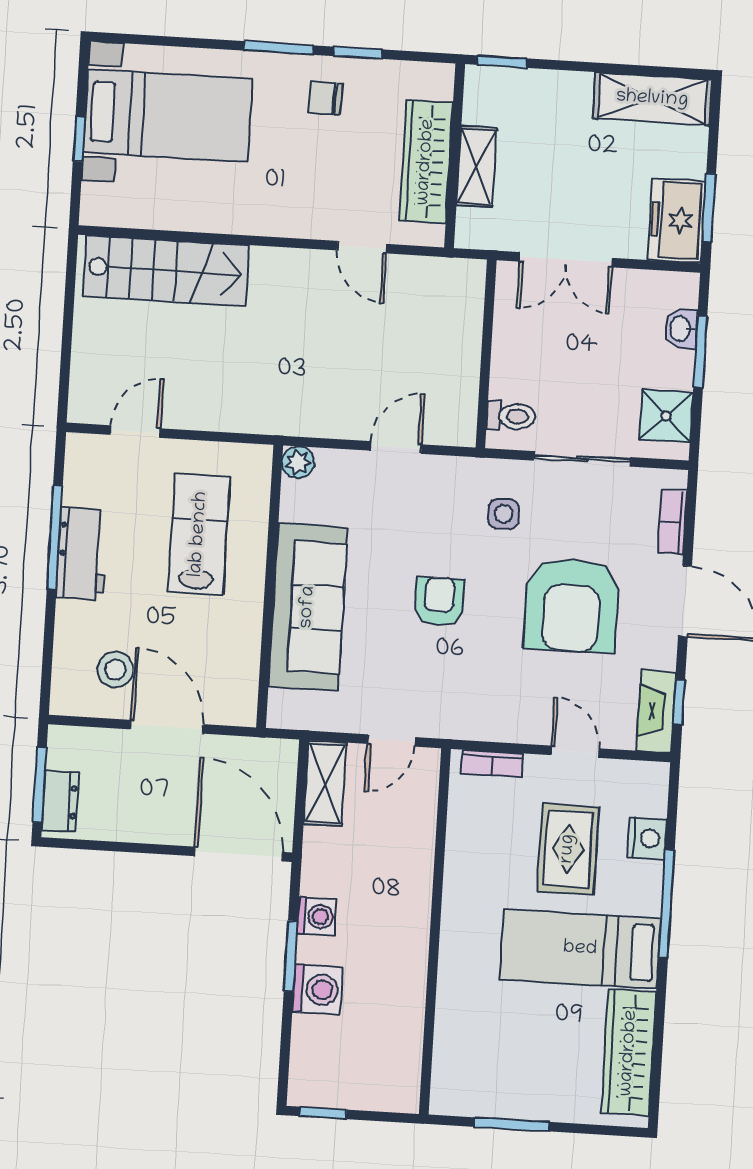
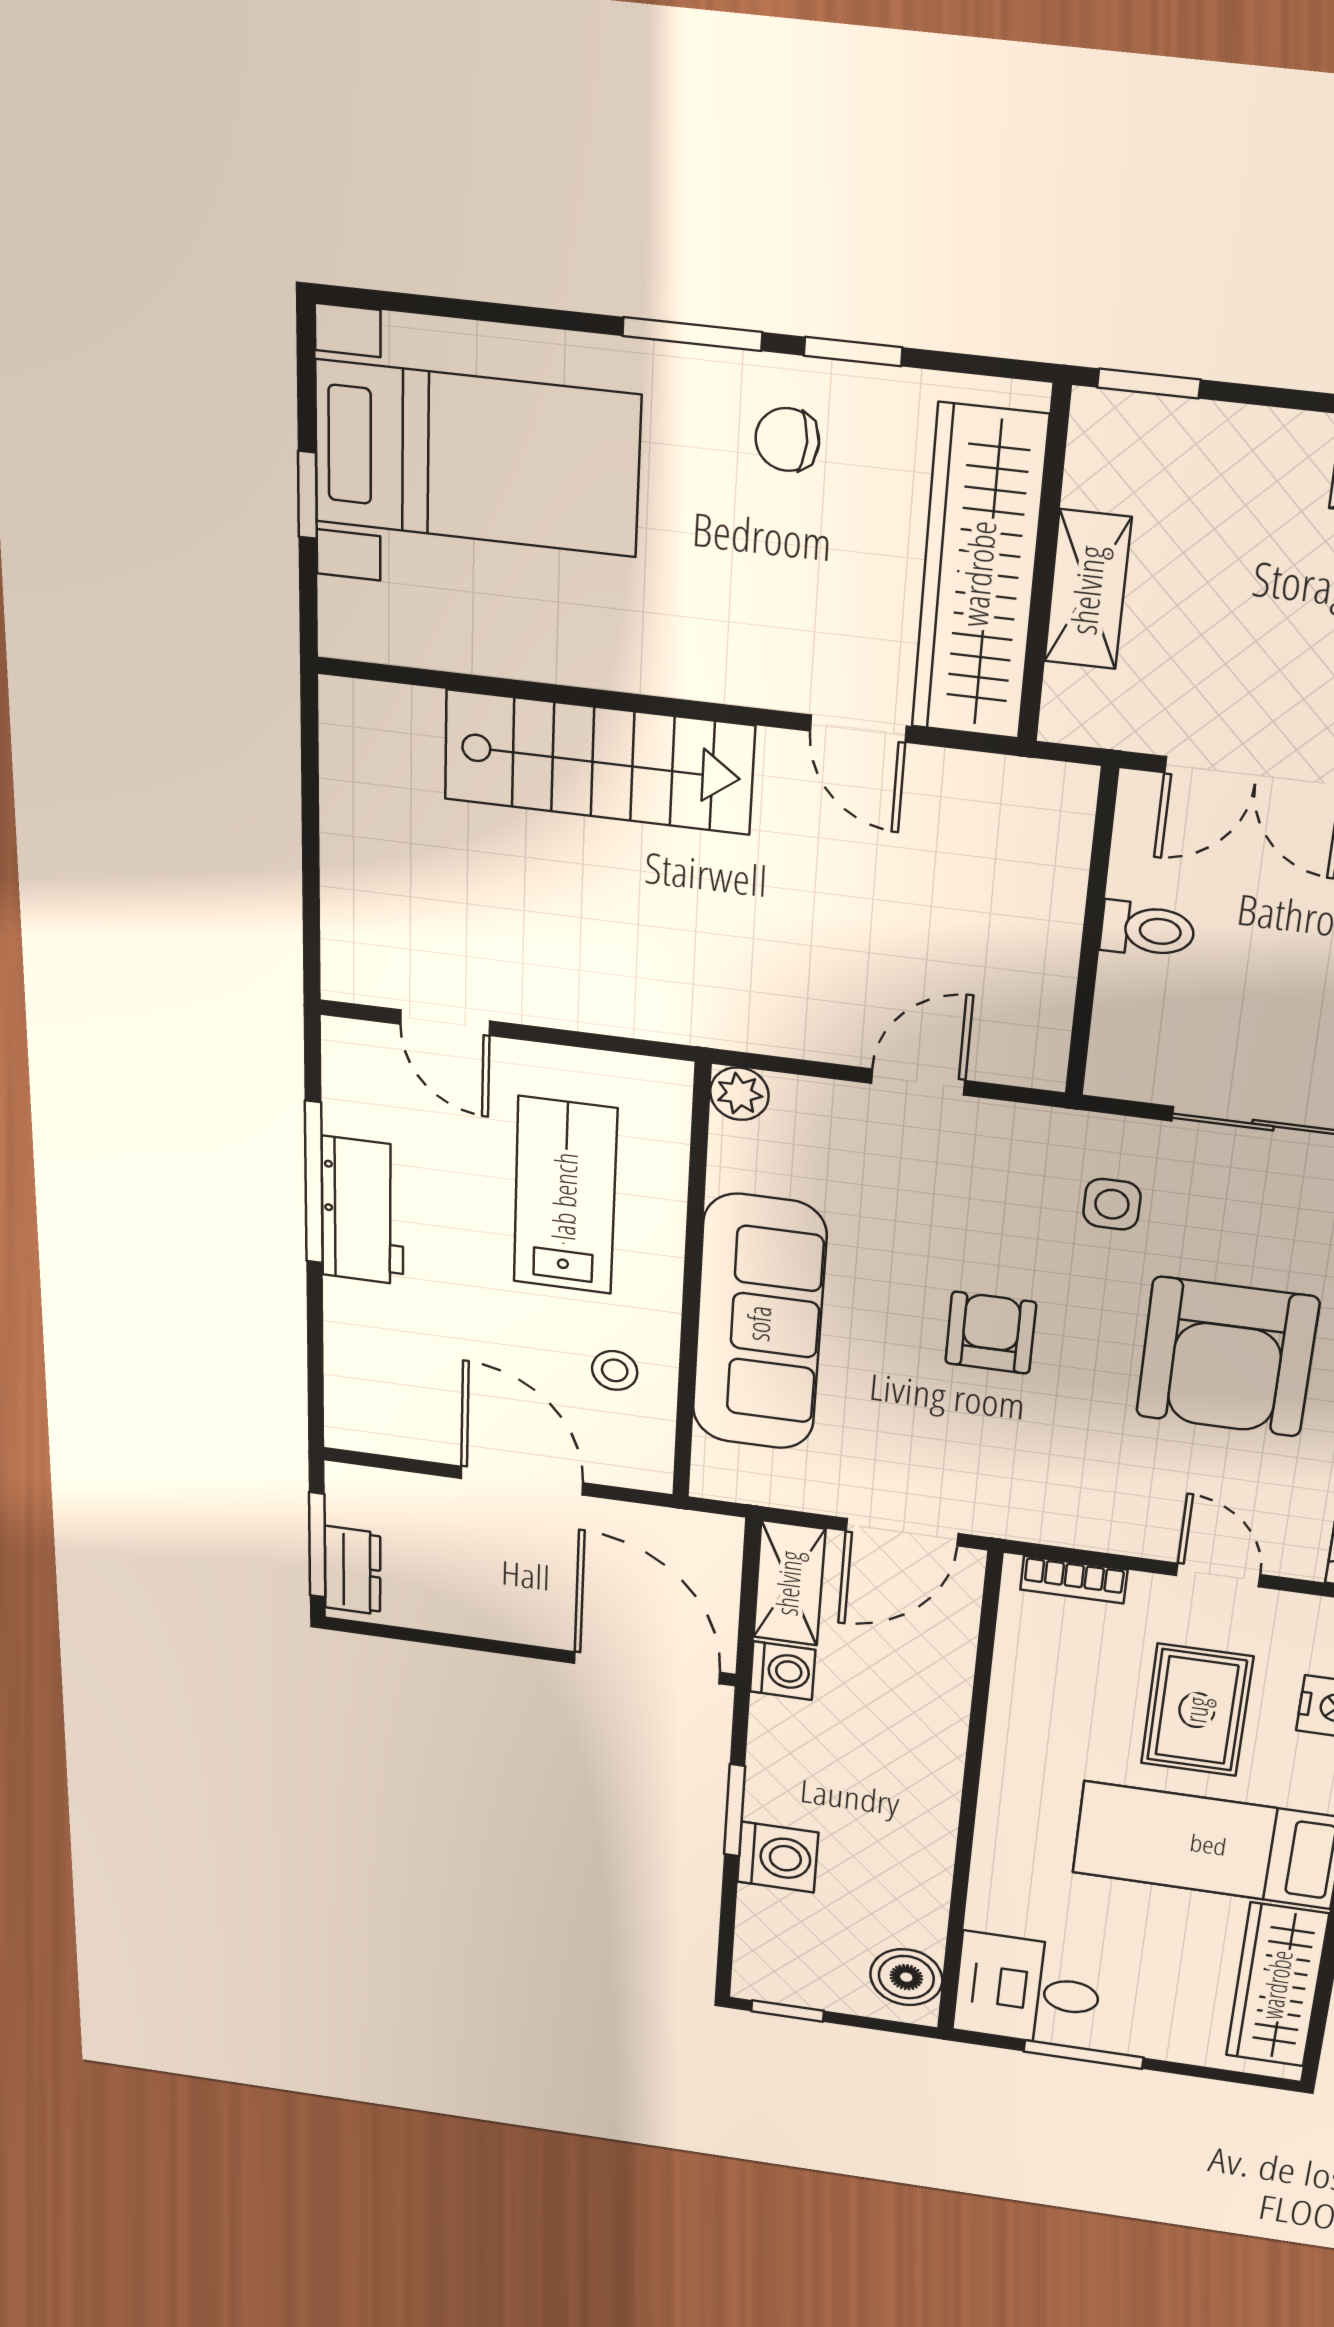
wardrobe: (426, 162) -> (979, 574), width x1.40, depth x1.17
stairs: (166, 271) -> (598, 762), moved
toilet: (511, 416) -> (1147, 930), moved
door: (136, 432) -> (445, 1023), swing flipped
stool: (115, 669) -> (615, 1370), moved, width x0.73, depth x0.73
door: (391, 741) -> (902, 1532), width x1.38
washing machine: (317, 916) -> (783, 1671), moved
boiler: (399, 1075) -> (906, 1977), added
desk: (475, 1076) -> (1028, 1990), added

